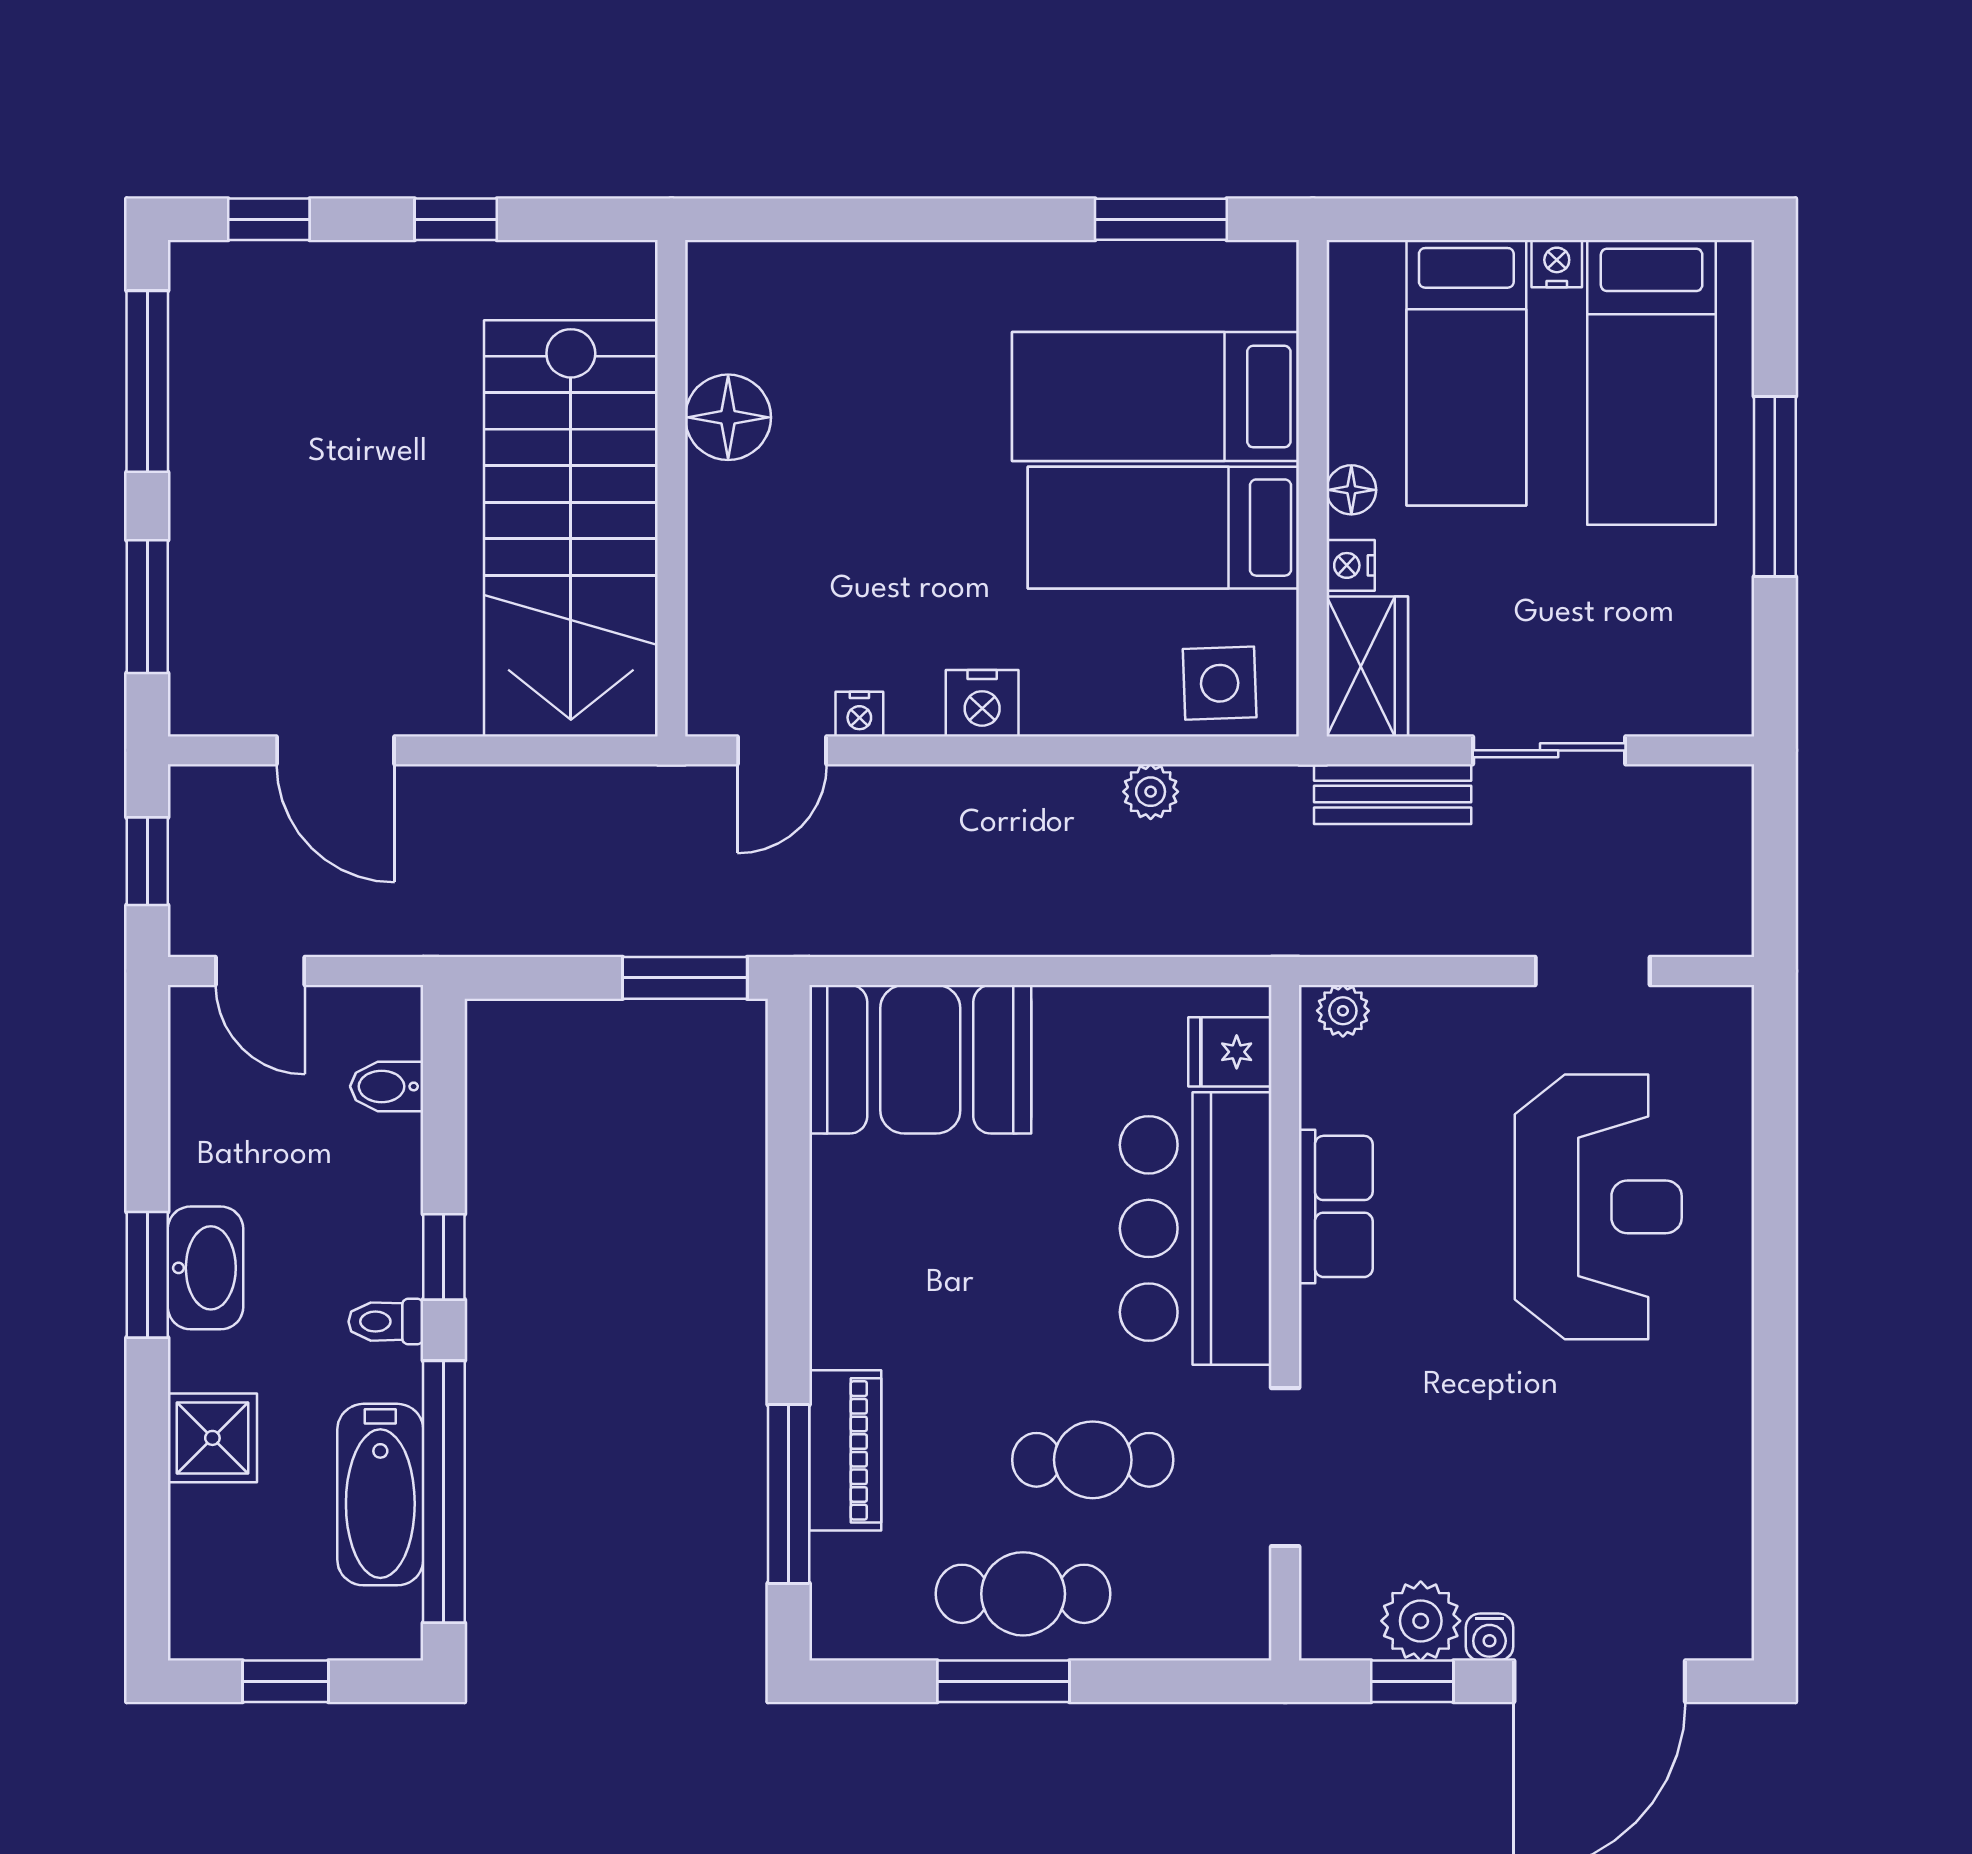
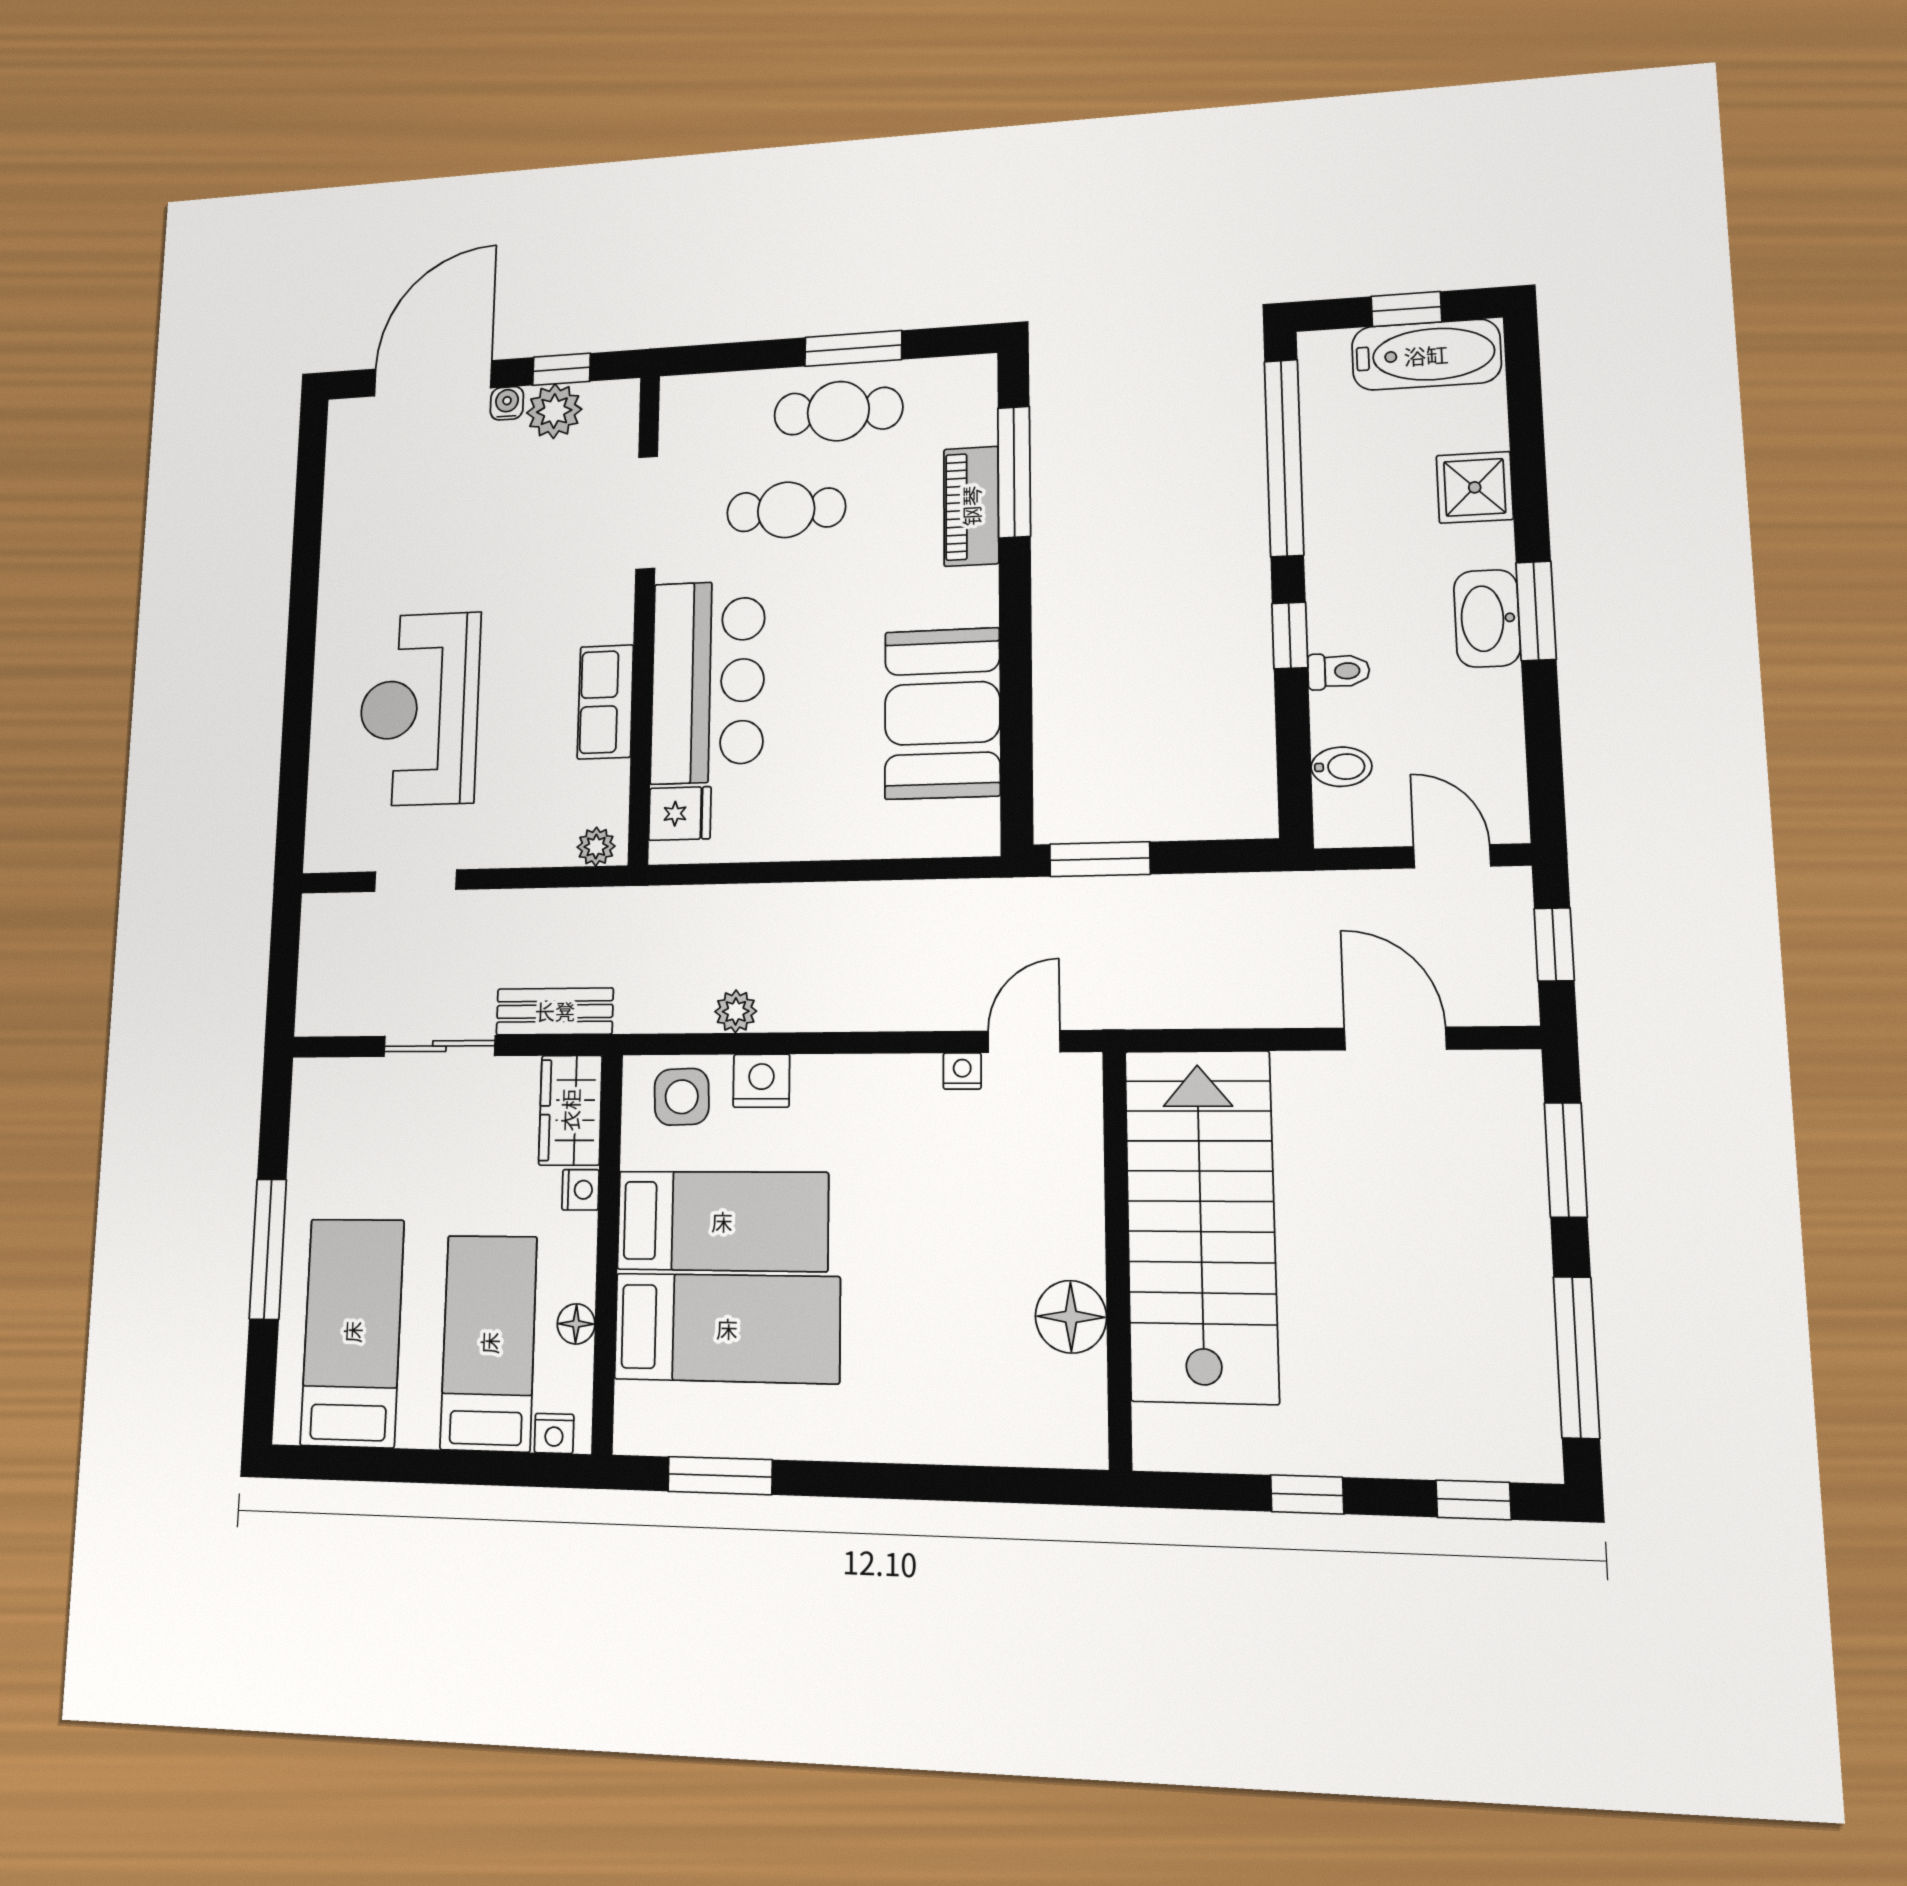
nightstand: (1557, 264) -> (554, 1433), moved
floor lamp: (1351, 490) -> (576, 1324), moved
nightstand: (982, 703) -> (761, 1081), moved
booth: (920, 1059) -> (942, 713), moved, turned 90
toilet: (386, 1322) -> (1339, 671), moved
bathtub: (380, 1495) -> (1426, 355), moved, turned 90

